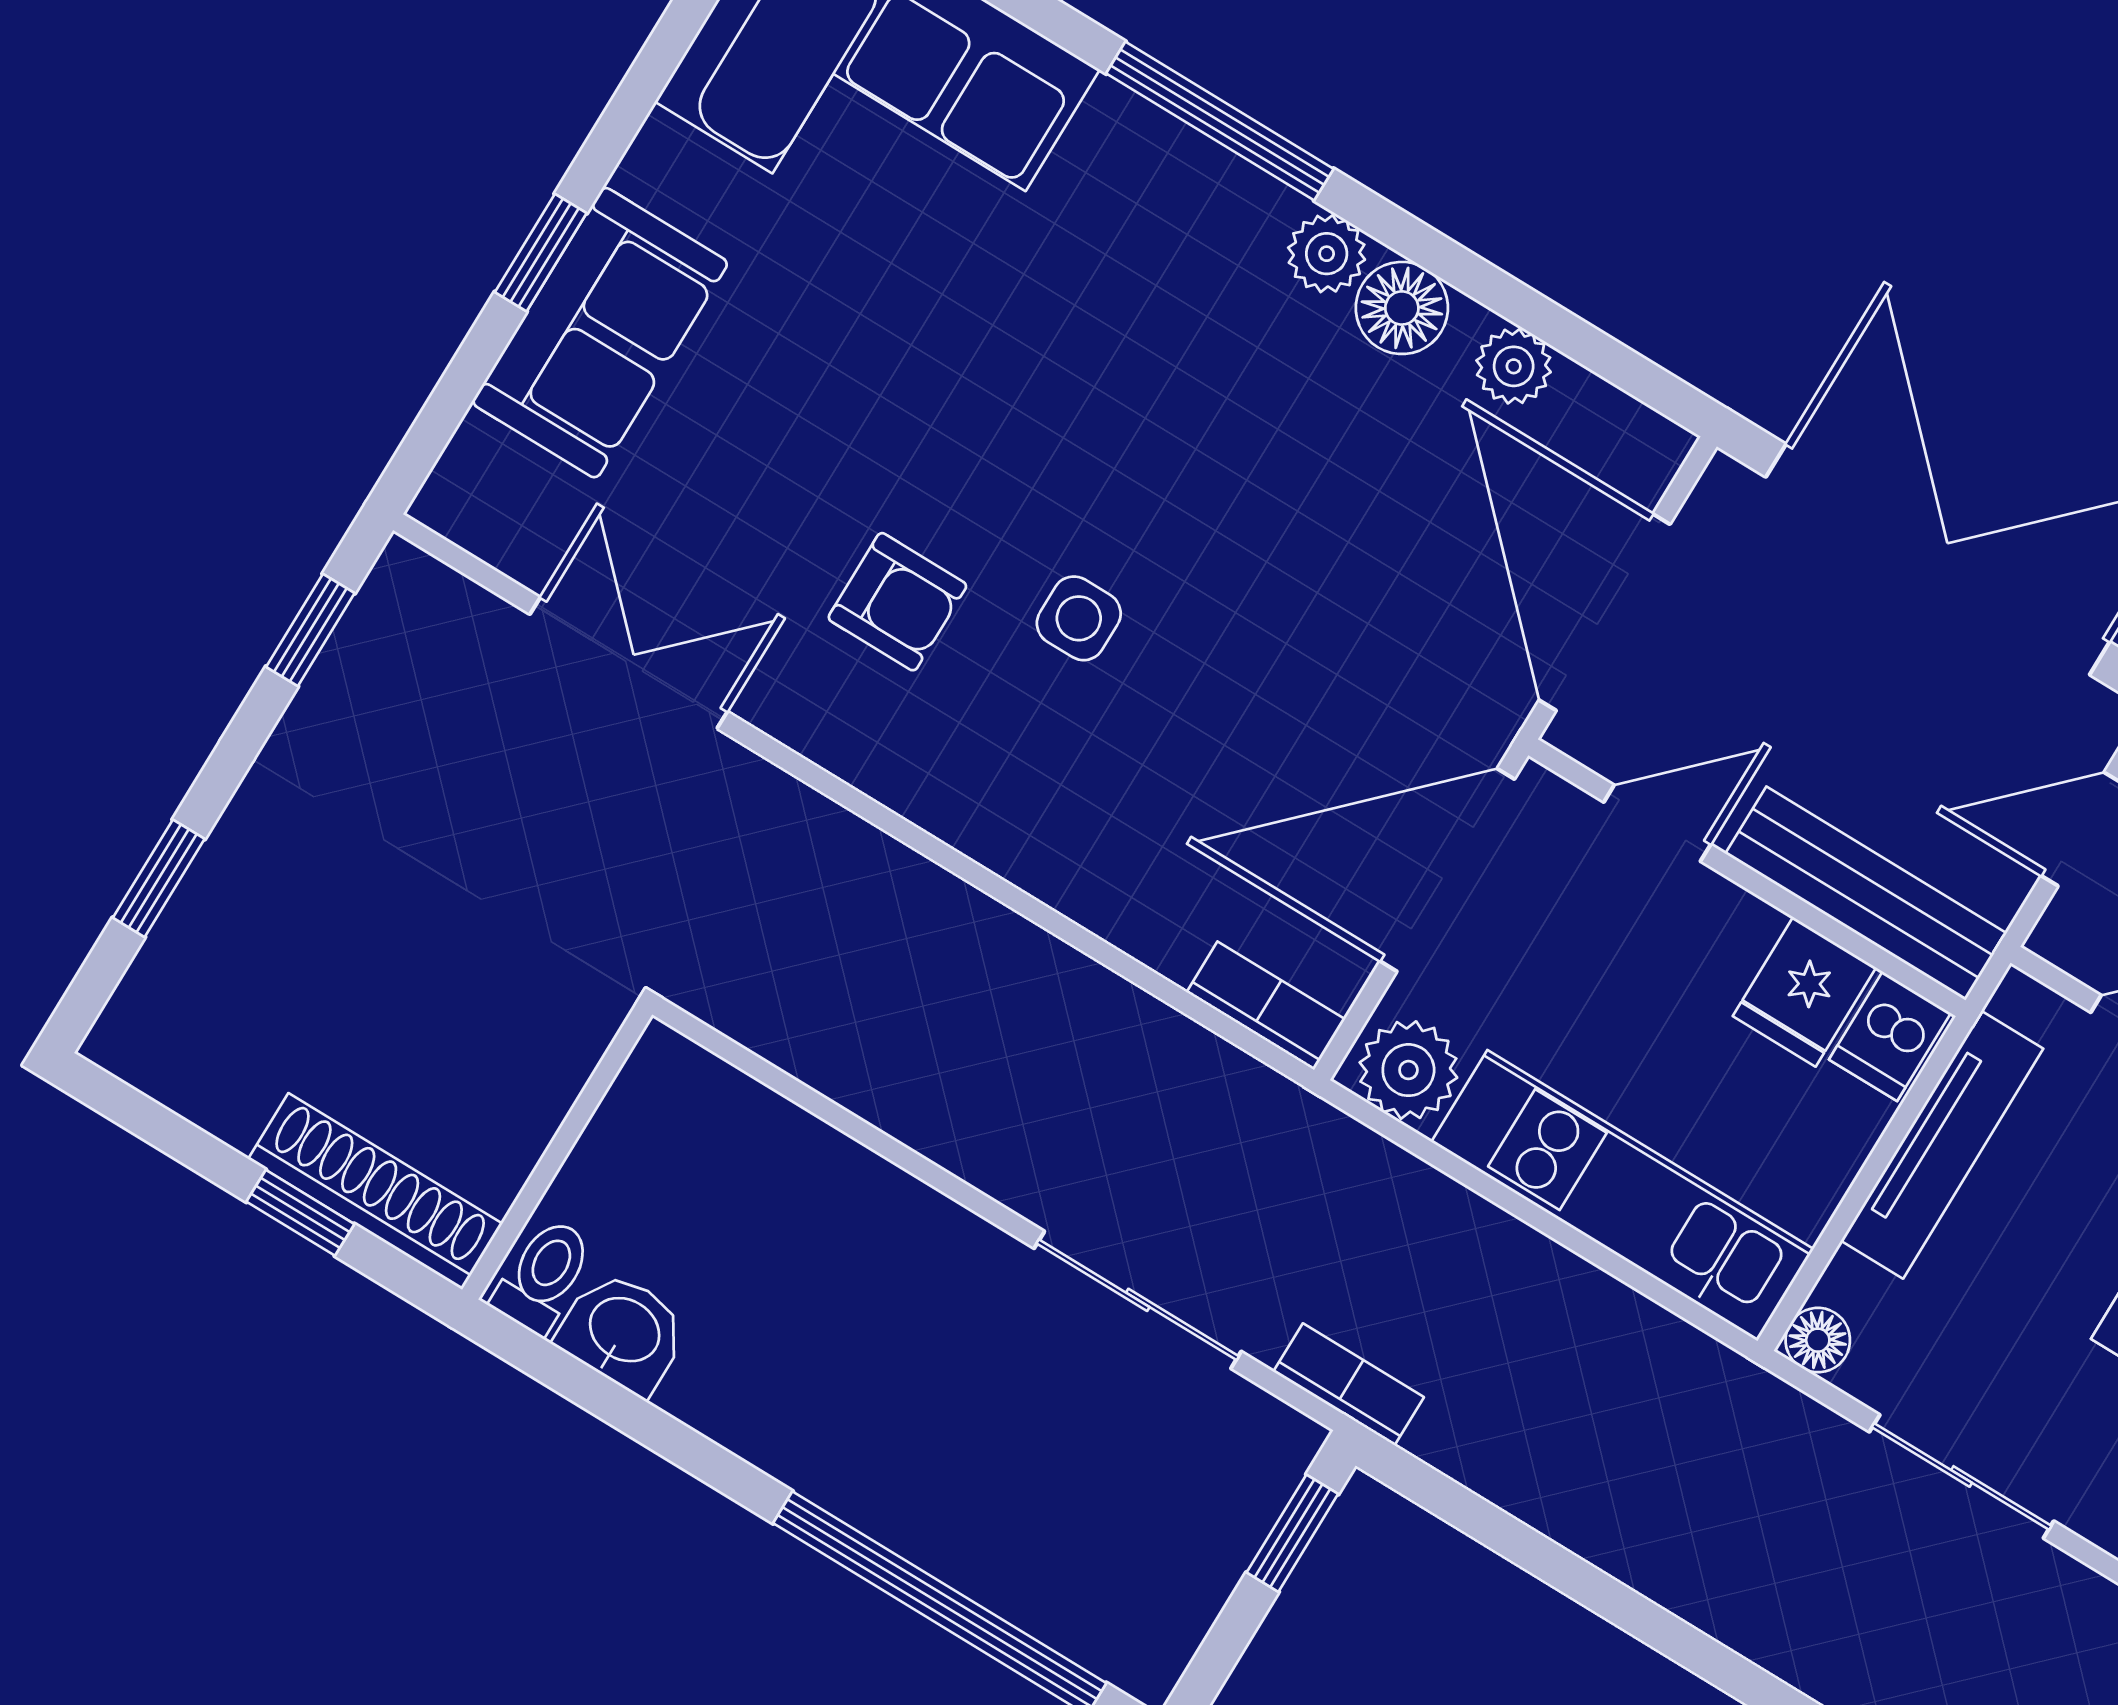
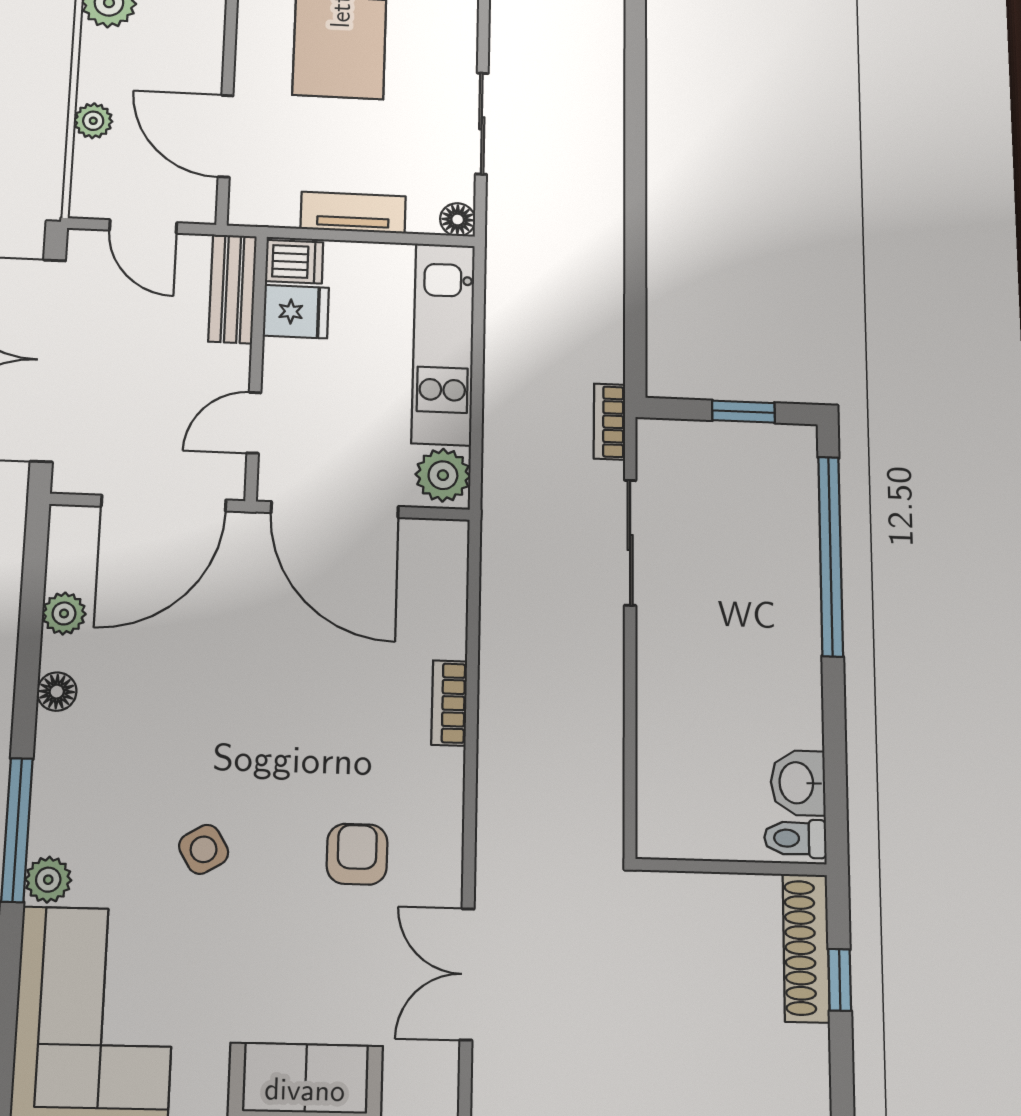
plant: (1327, 254) -> (48, 880), moved
floor lamp: (1402, 308) -> (57, 692), width x0.73, depth x0.73
side table: (1079, 618) -> (204, 849), moved, turned -31
door: (1657, 823) -> (254, 423), hinge flipped
bench: (1866, 893) -> (233, 289), width x0.73
bookcase: (1266, 1006) -> (449, 703), moved
tv unit: (1942, 1145) -> (353, 213), width x0.71
window: (1292, 1533) -> (743, 412), moved

